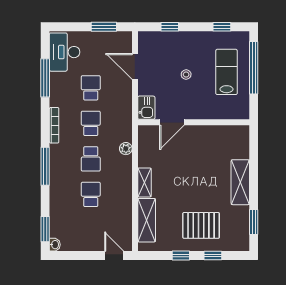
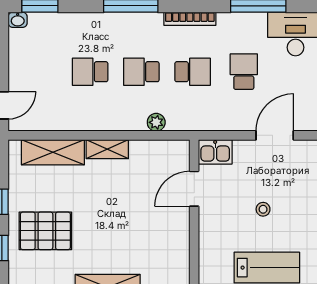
school desk: (91, 88) -> (244, 72), turned -90
door: (172, 122) -> (194, 189), hinge flipped
school desk: (91, 194) -> (90, 72), turned 180
pallet: (201, 225) -> (45, 231), turned 90

